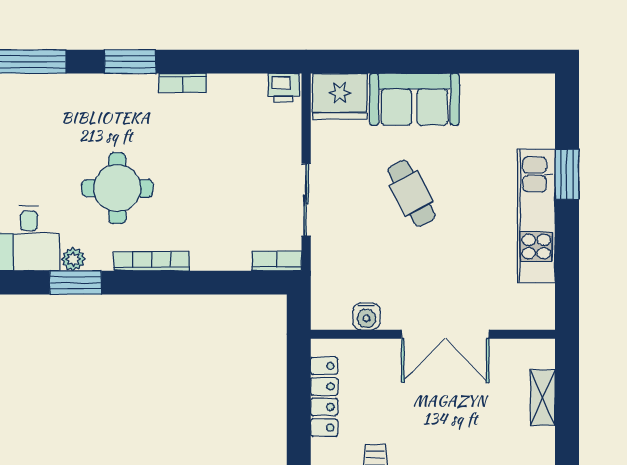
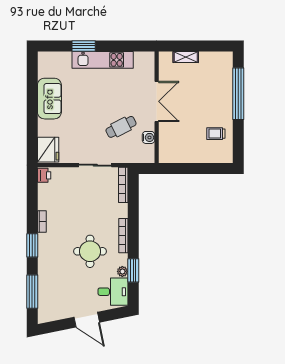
sofa: (414, 99) -> (49, 99), moved
cafe table: (411, 193) -> (121, 127), moved
bookcase: (277, 261) -> (123, 185), width x1.56
locker: (324, 397) -> (185, 157), removed

